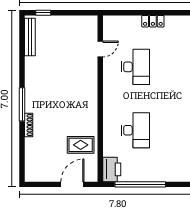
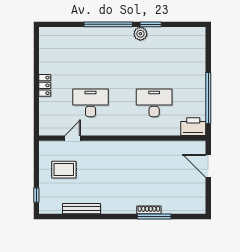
bench: (30, 37) -> (81, 209), moved
door: (100, 49) -> (73, 138), hinge flipped
window: (22, 104) -> (154, 216), moved
rug: (81, 145) -> (64, 170), moved, turned 90

